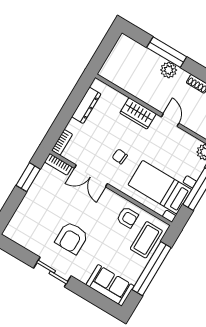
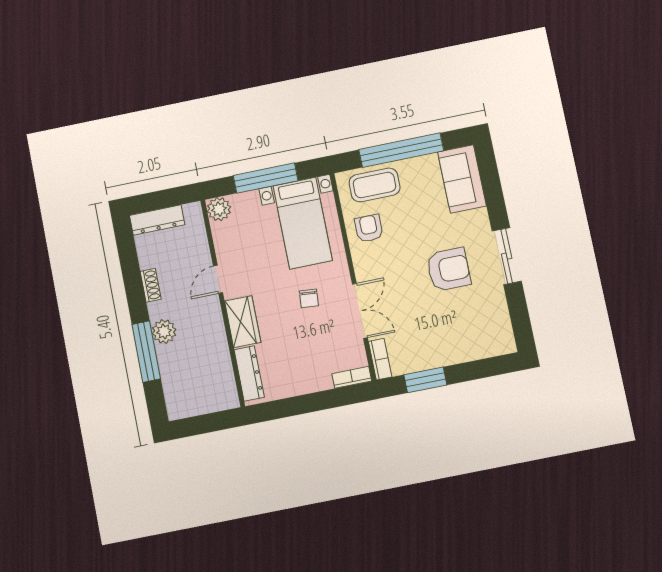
dresser: (86, 105) -> (249, 374), moved, turned 90

